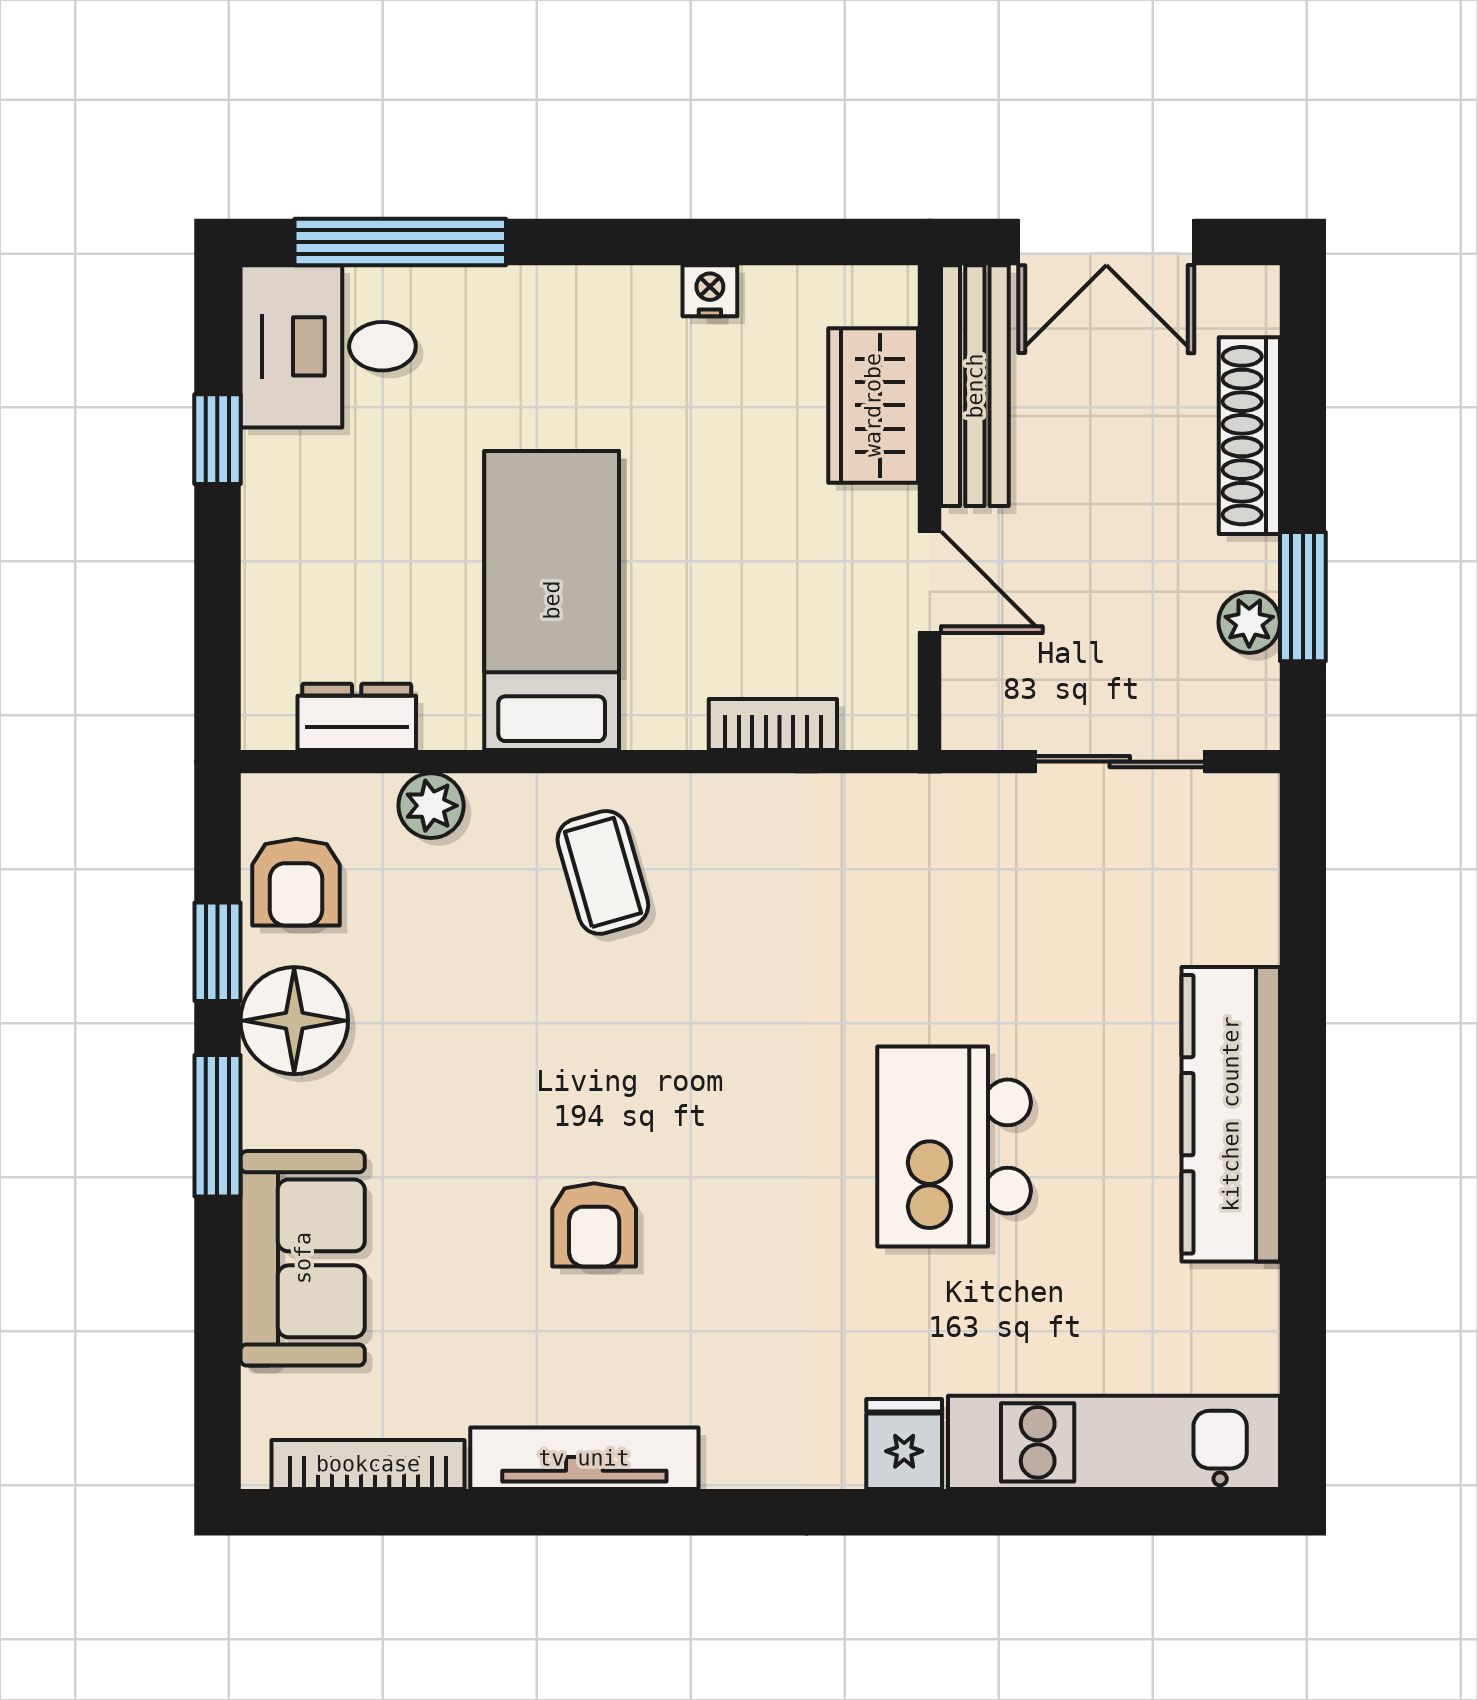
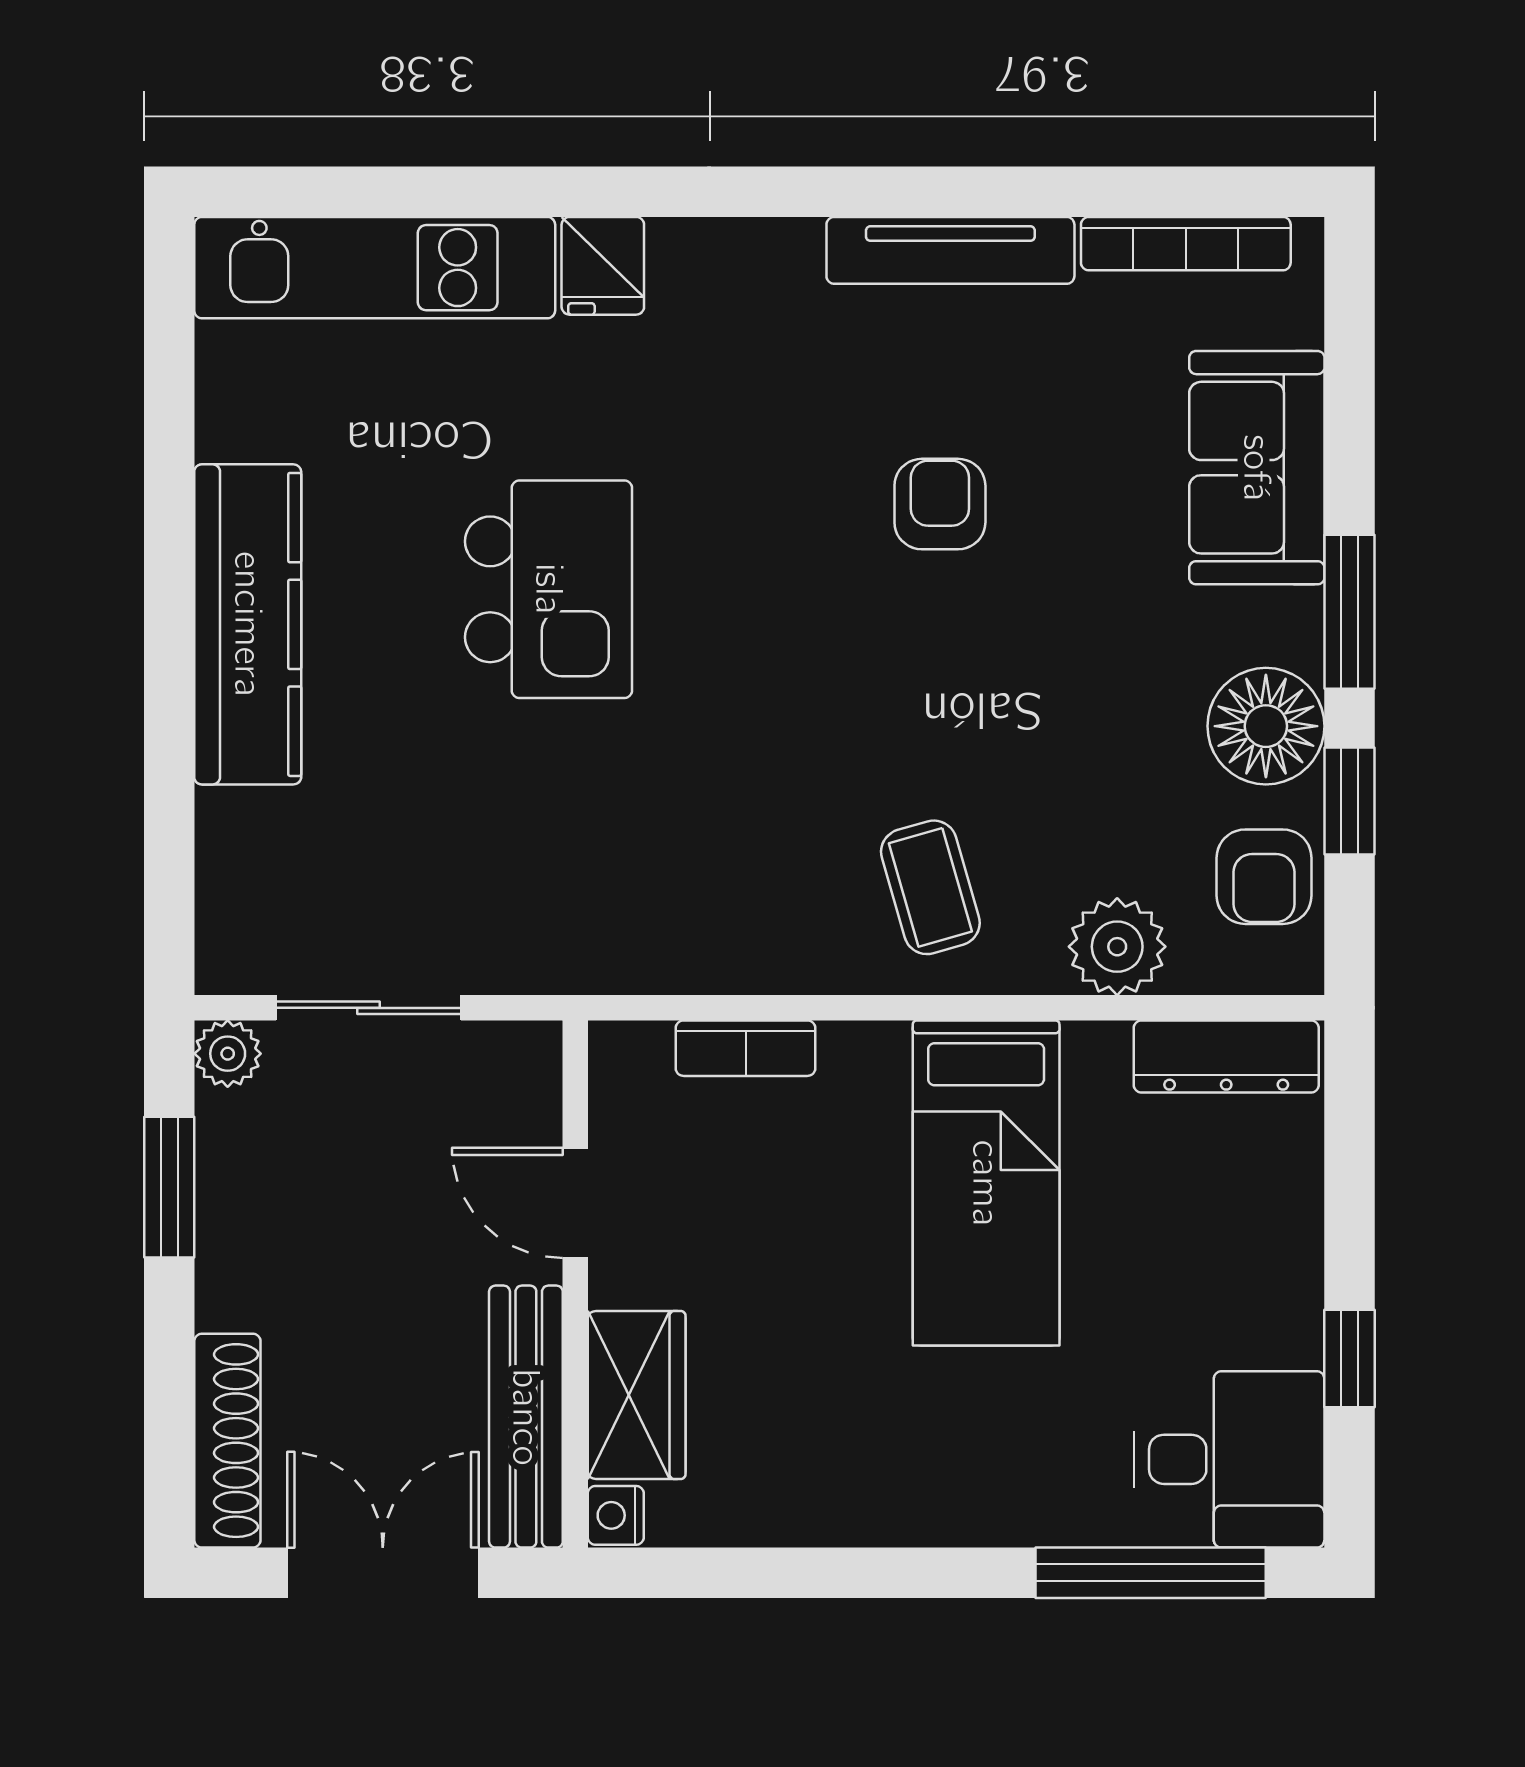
nightstand: (710, 291) -> (616, 1515), moved, turned 90
shoe rack: (1249, 436) -> (227, 1441), moved
plant: (1249, 622) -> (228, 1054), moved
dresser: (357, 717) -> (1226, 1056), width x1.44
plant: (431, 806) -> (1117, 947), width x1.38, depth x1.38
armchair: (296, 882) -> (1264, 877), turned 180

